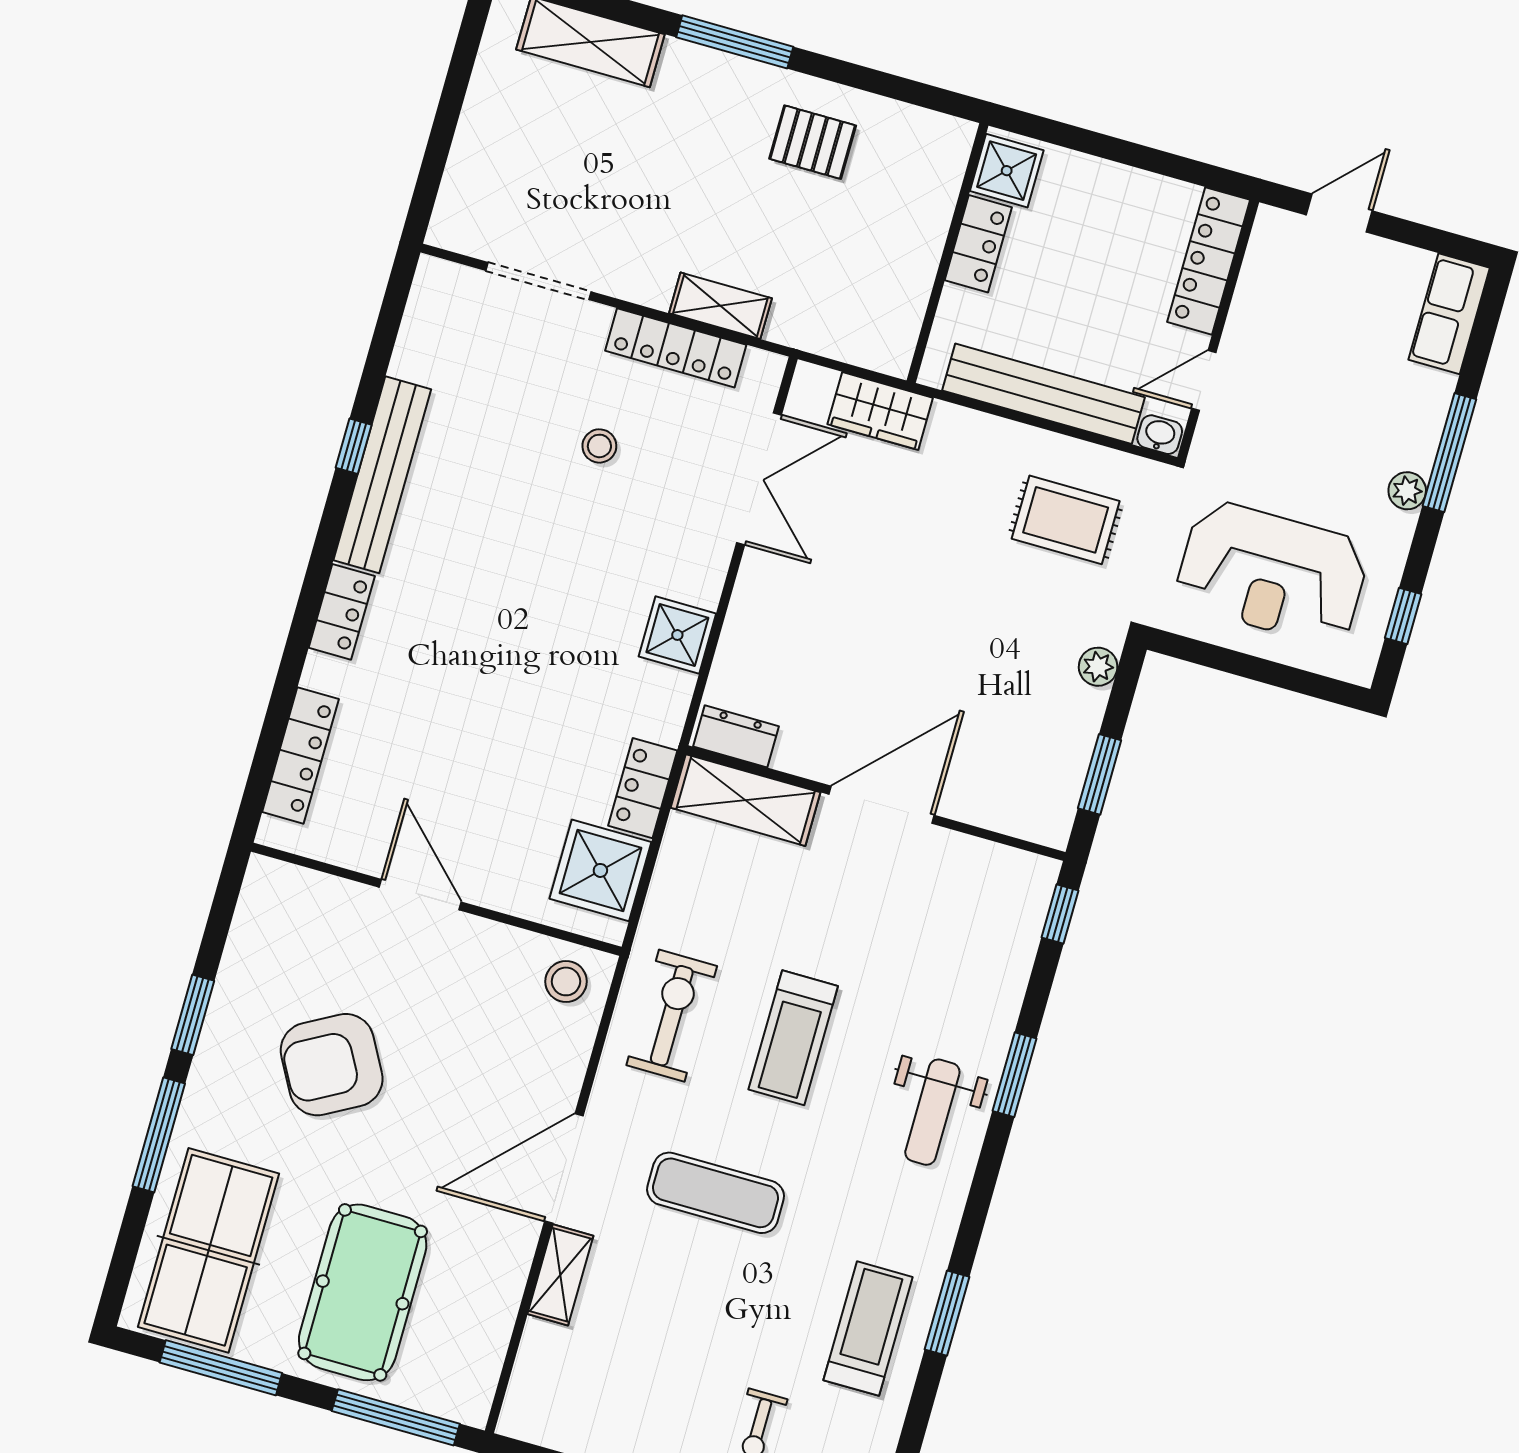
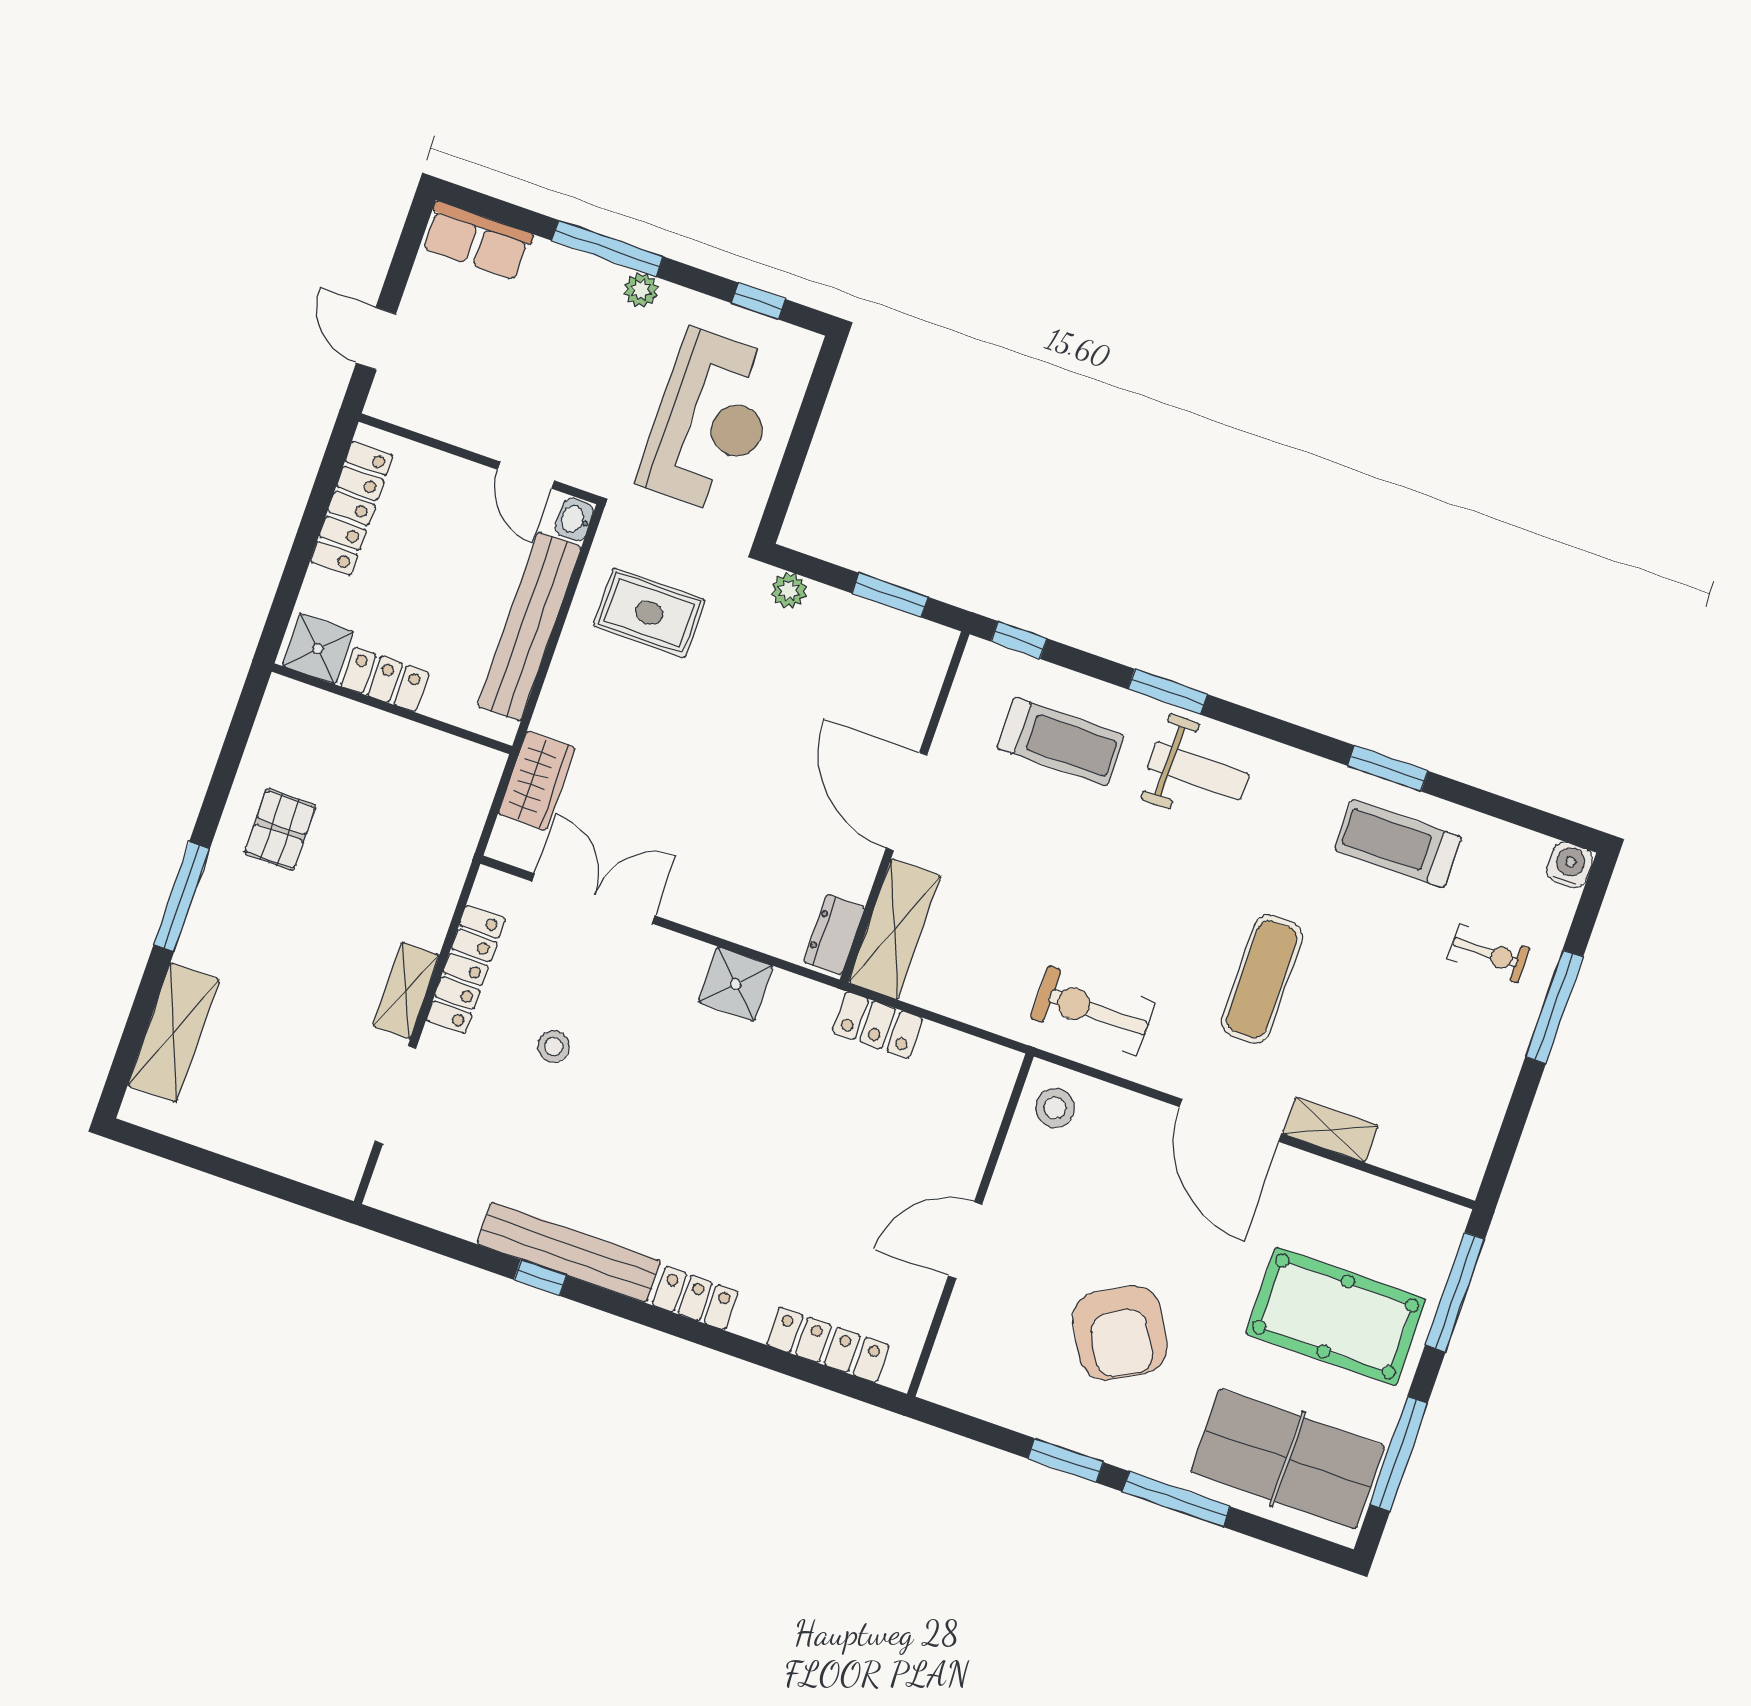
locker: (1209, 261) -> (352, 508), moved, turned -90
shelving: (720, 306) -> (406, 990), moved
rug: (1066, 520) -> (649, 613), turned 90
shower: (600, 870) -> (953, 1069), removed
treadmill: (793, 1038) -> (1061, 742), moved

